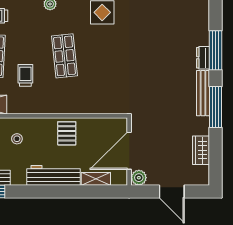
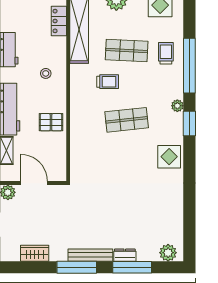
plant: (201, 14) -> (168, 253), added
door: (129, 151) -> (34, 183), width x0.73

